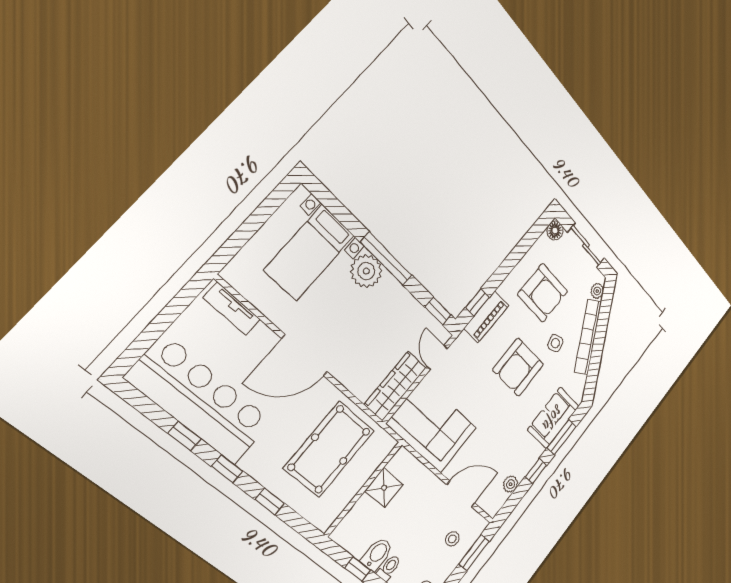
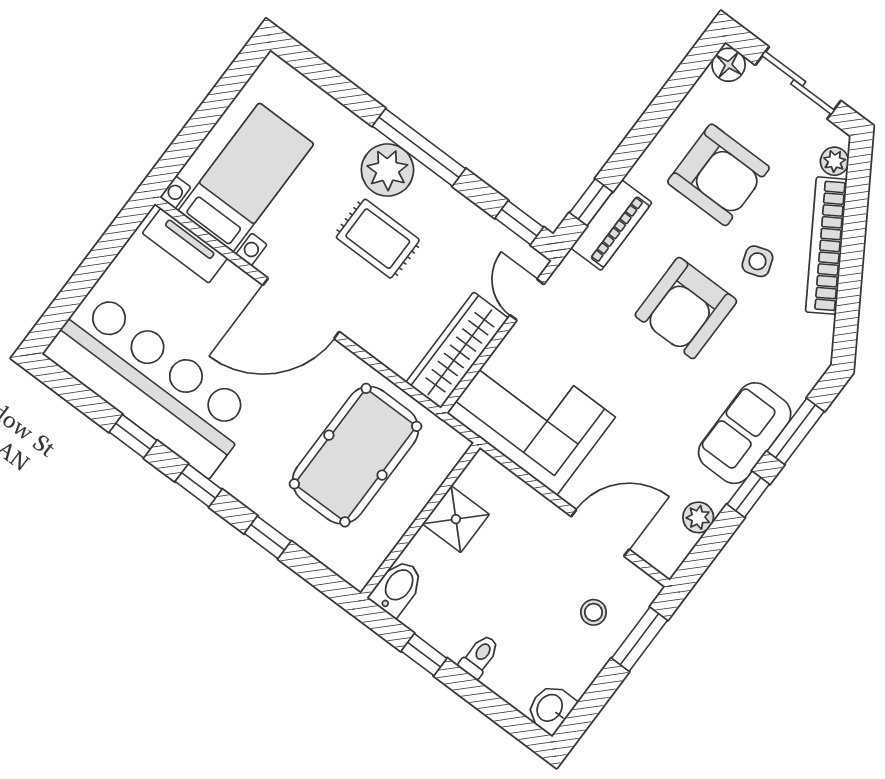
bed with nightstands: (309, 253) -> (246, 178), moved, turned 180
rug: (356, 314) -> (378, 239), added
sofa: (553, 418) -> (745, 433), moved
bidet: (377, 554) -> (397, 588), moved

